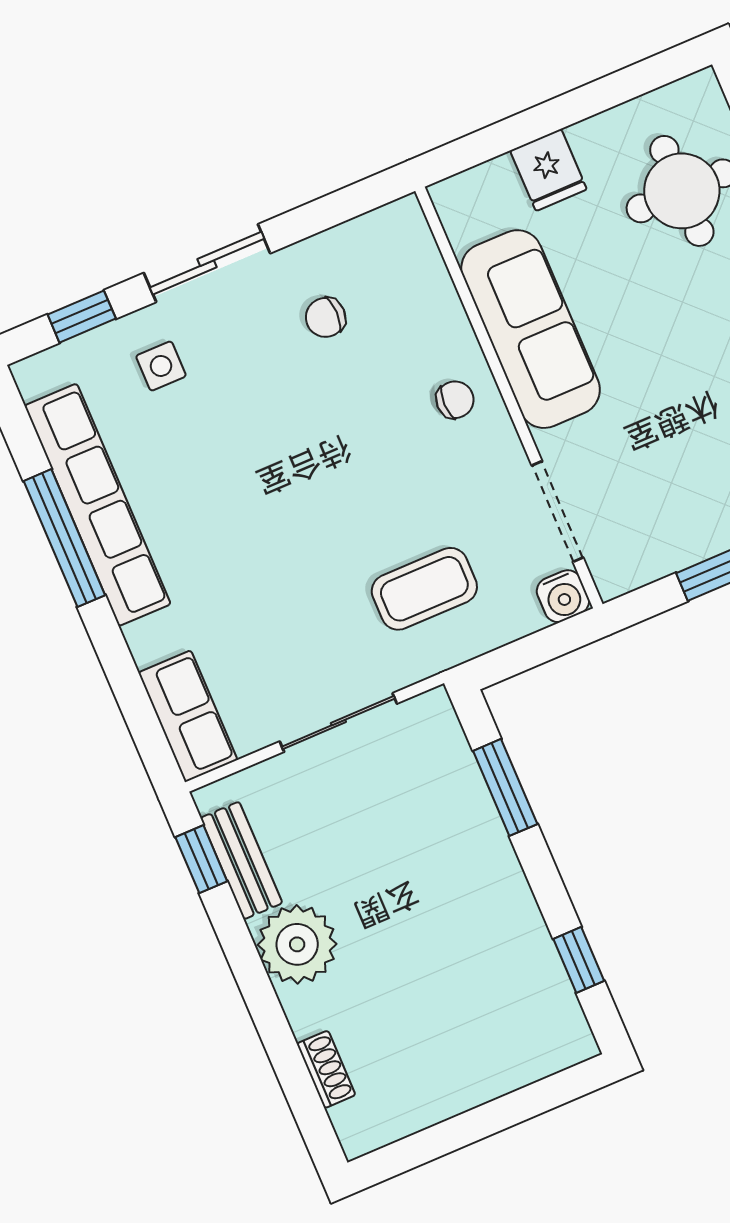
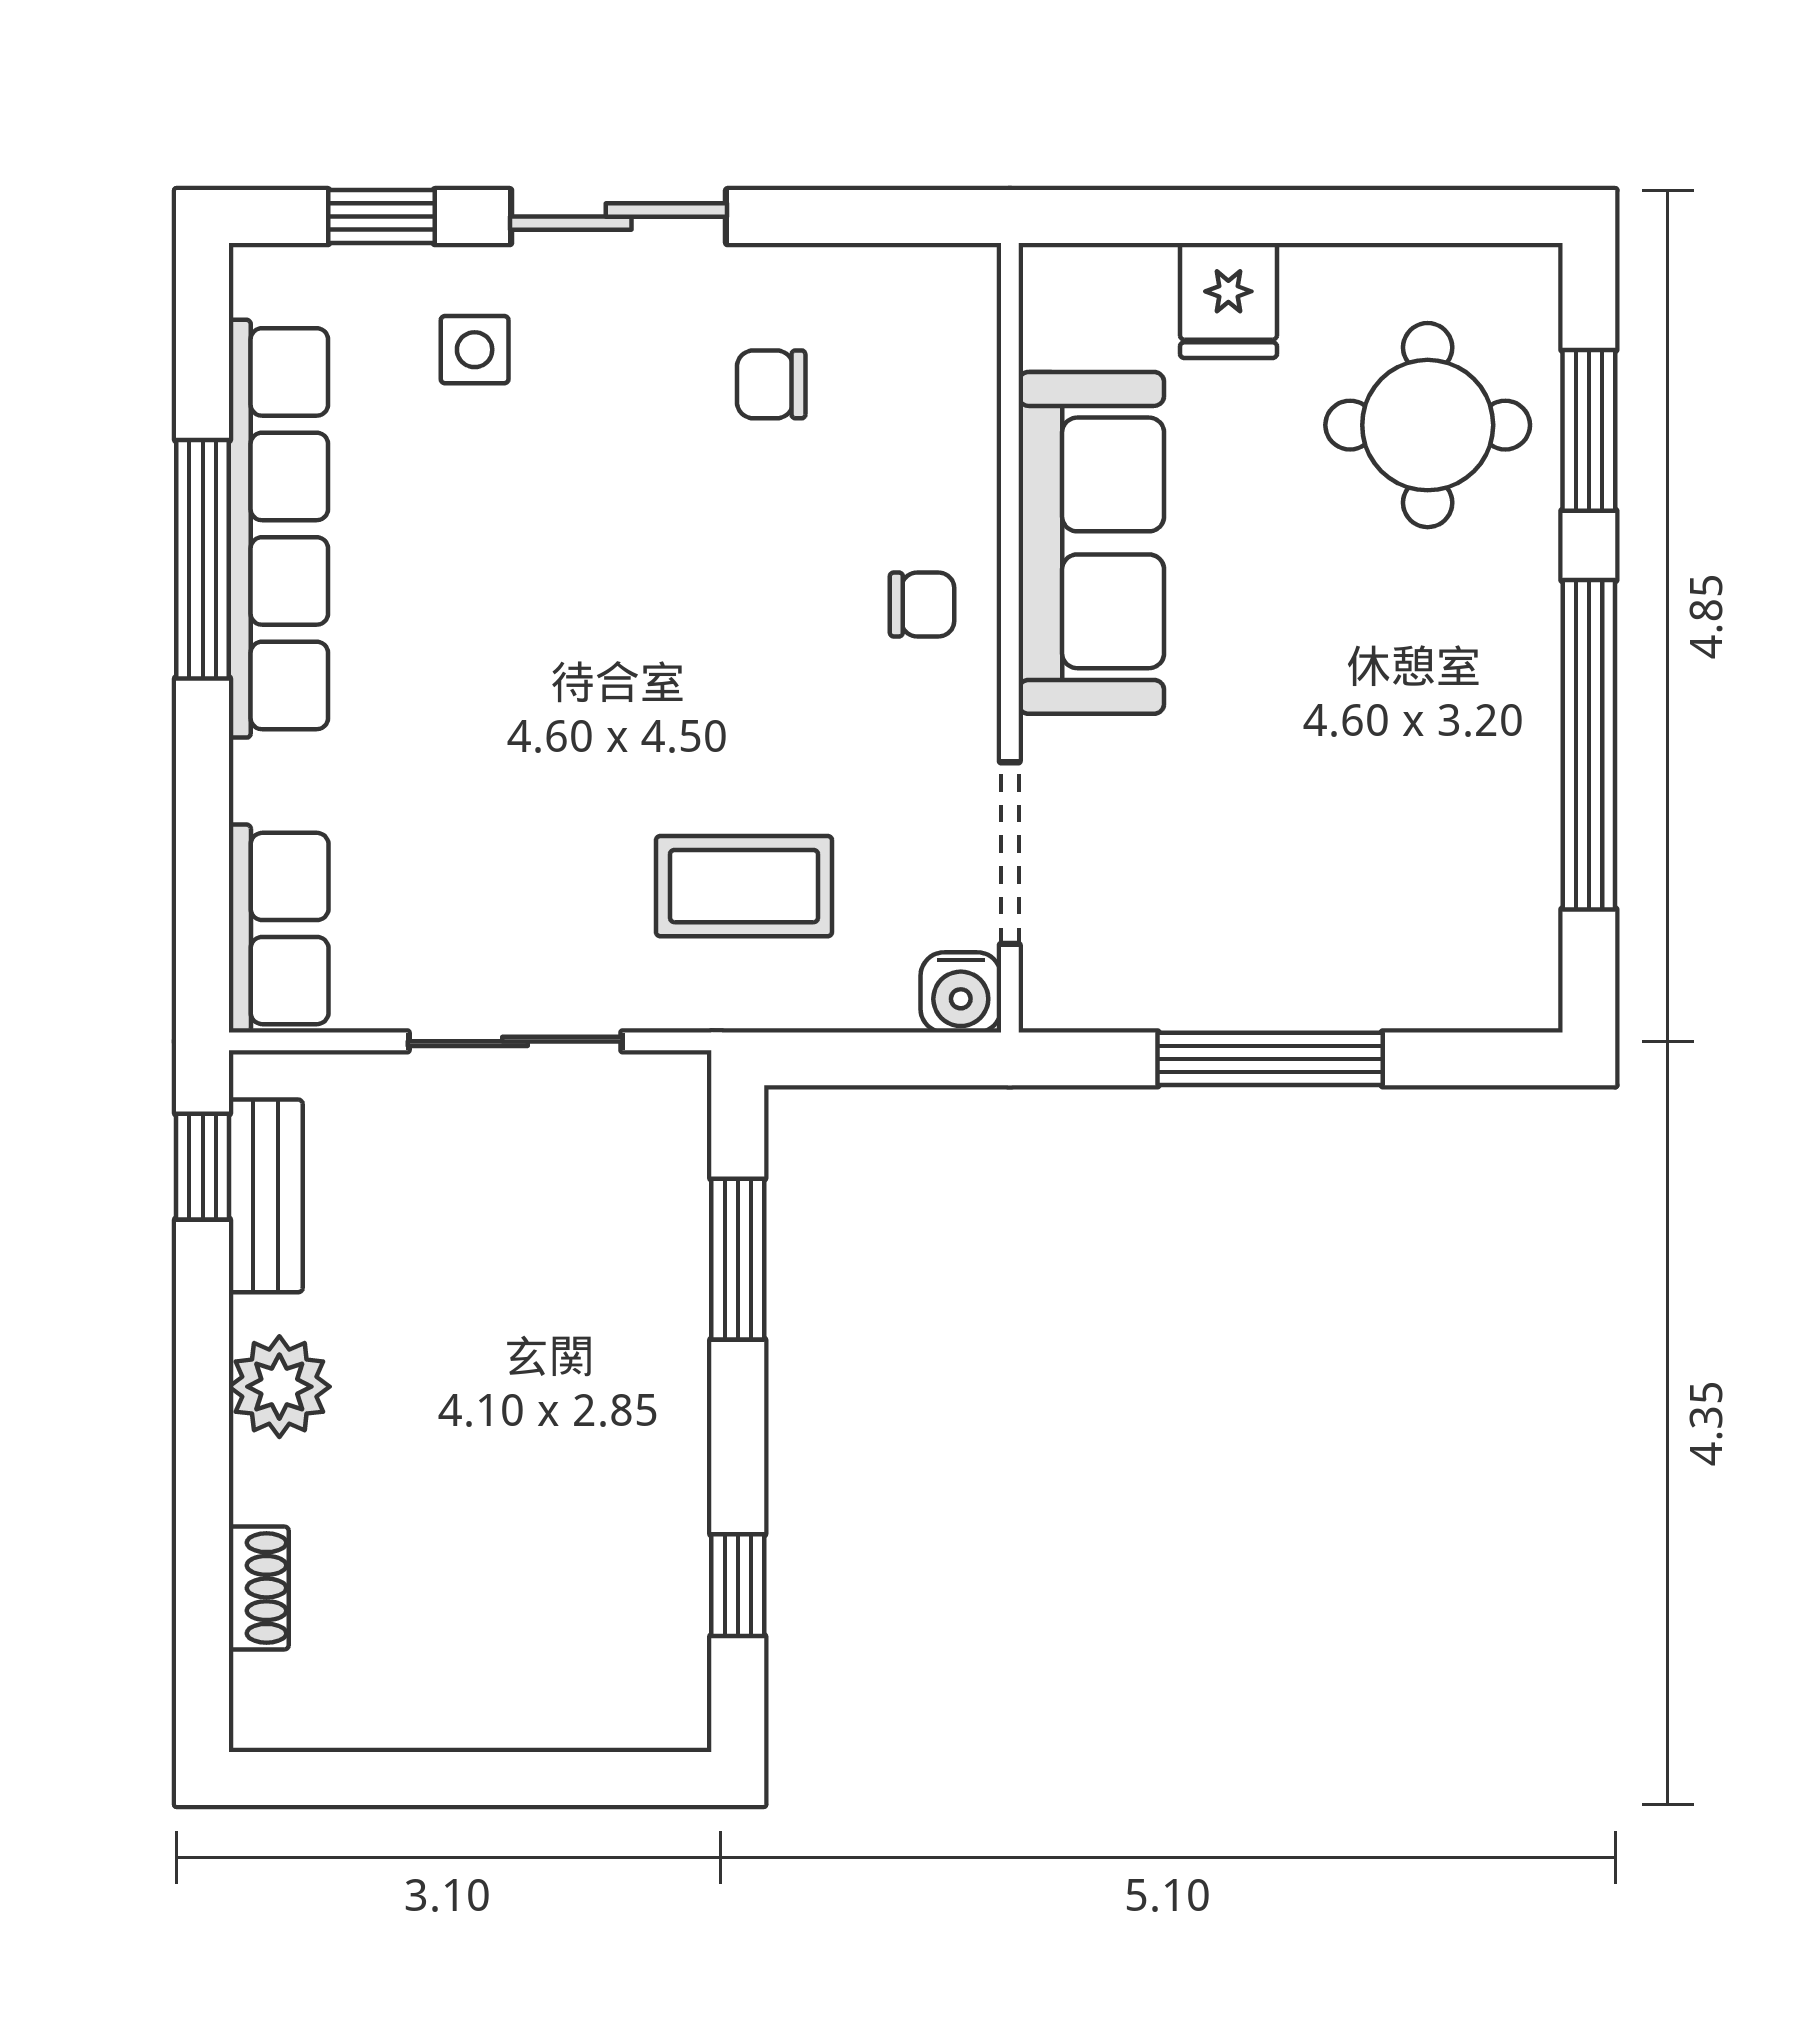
plant: (297, 944) -> (279, 1387), width x0.73, depth x0.73

